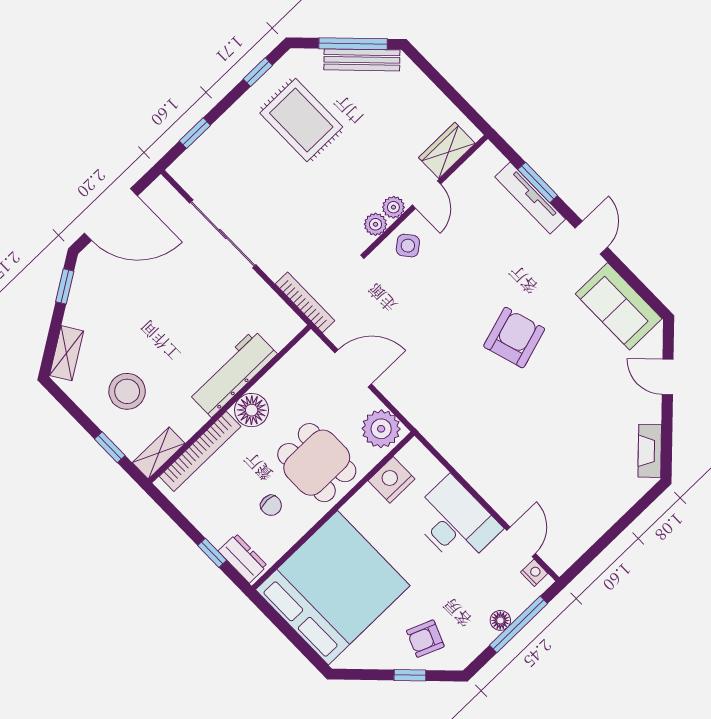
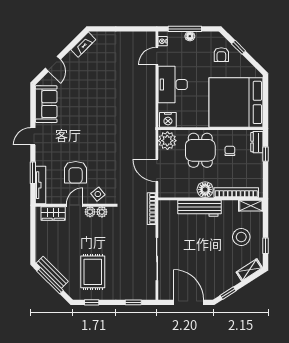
tv unit: (530, 198) -> (41, 185), moved
armchair: (514, 338) -> (76, 172), moved, turned -73
window: (110, 447) -> (266, 246), moved
nightstand: (391, 480) -> (168, 120), moved
armchair: (425, 639) -> (221, 55), turned 68

